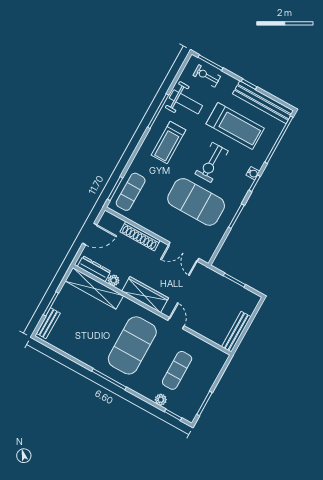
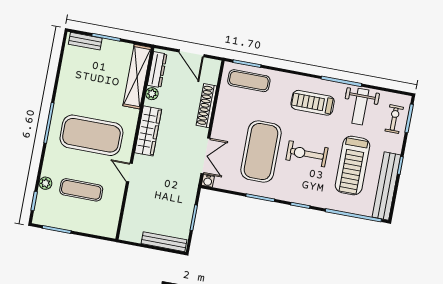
water cooler: (253, 173) -> (208, 181), moved
double door: (184, 252) -> (205, 156), swing flipped
door: (176, 323) -> (129, 172), swing flipped
bench: (236, 332) -> (164, 242), moved

